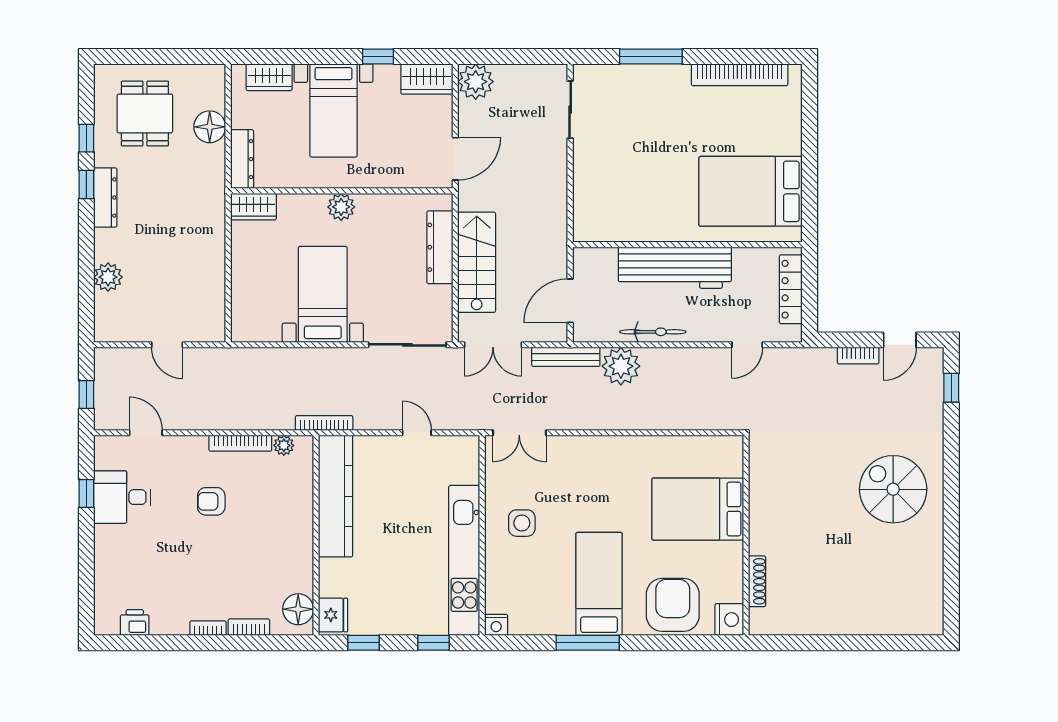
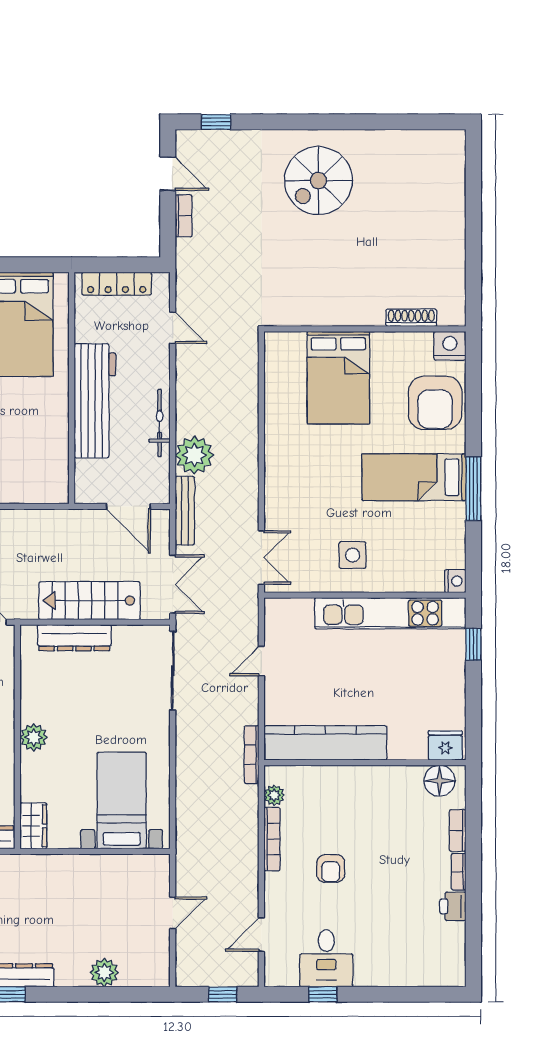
bed with nightstands: (323, 294) -> (122, 801), moved, turned 90
armchair: (673, 605) -> (435, 403), turned -90
printer: (135, 623) -> (453, 906), moved
window: (363, 643) -> (473, 715), removed

